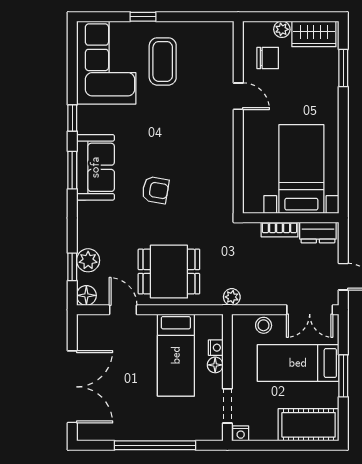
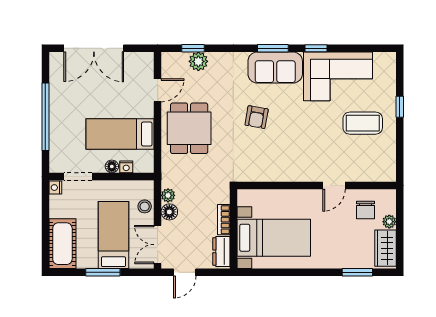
corner sofa: (106, 63) -> (338, 76), moved
floor lamp: (86, 295) -> (169, 212), moved
plant: (232, 297) -> (168, 195), moved

